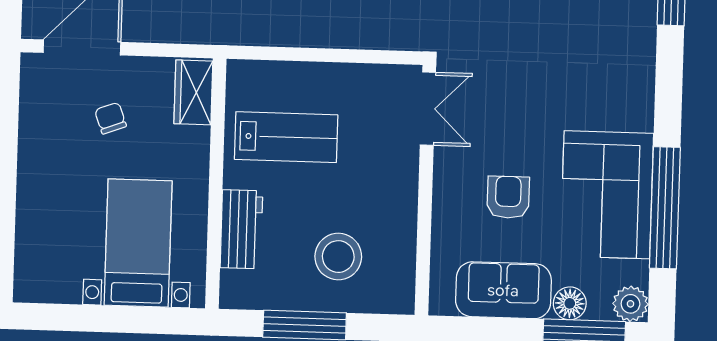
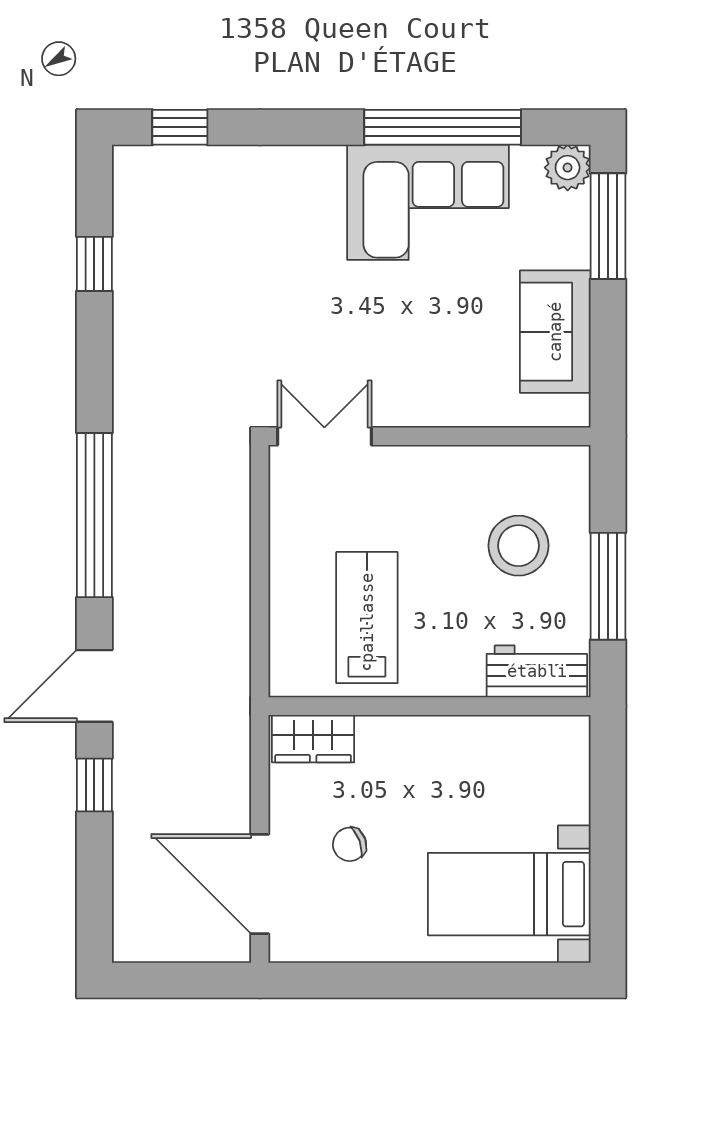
armchair: (508, 197) -> (435, 329), removed
workbench: (241, 229) -> (537, 671), moved
bed with nightstands: (138, 243) -> (509, 894), moved
floor lamp: (570, 303) -> (569, 246), removed

